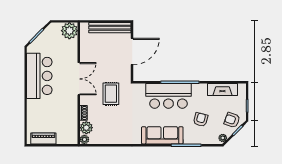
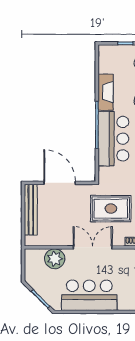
plant: (69, 31) -> (55, 259), moved
fireplace: (222, 89) -> (106, 92), moved
rug: (111, 94) -> (111, 209), width x1.36, depth x1.43

